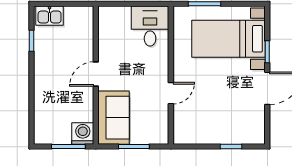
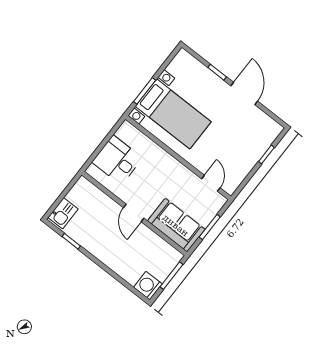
desk: (150, 26) -> (117, 160), moved
bed with nightstands: (229, 39) -> (173, 114), moved, turned -90
door: (171, 93) -> (211, 183), moved
washing machine: (83, 133) -> (148, 286), moved

